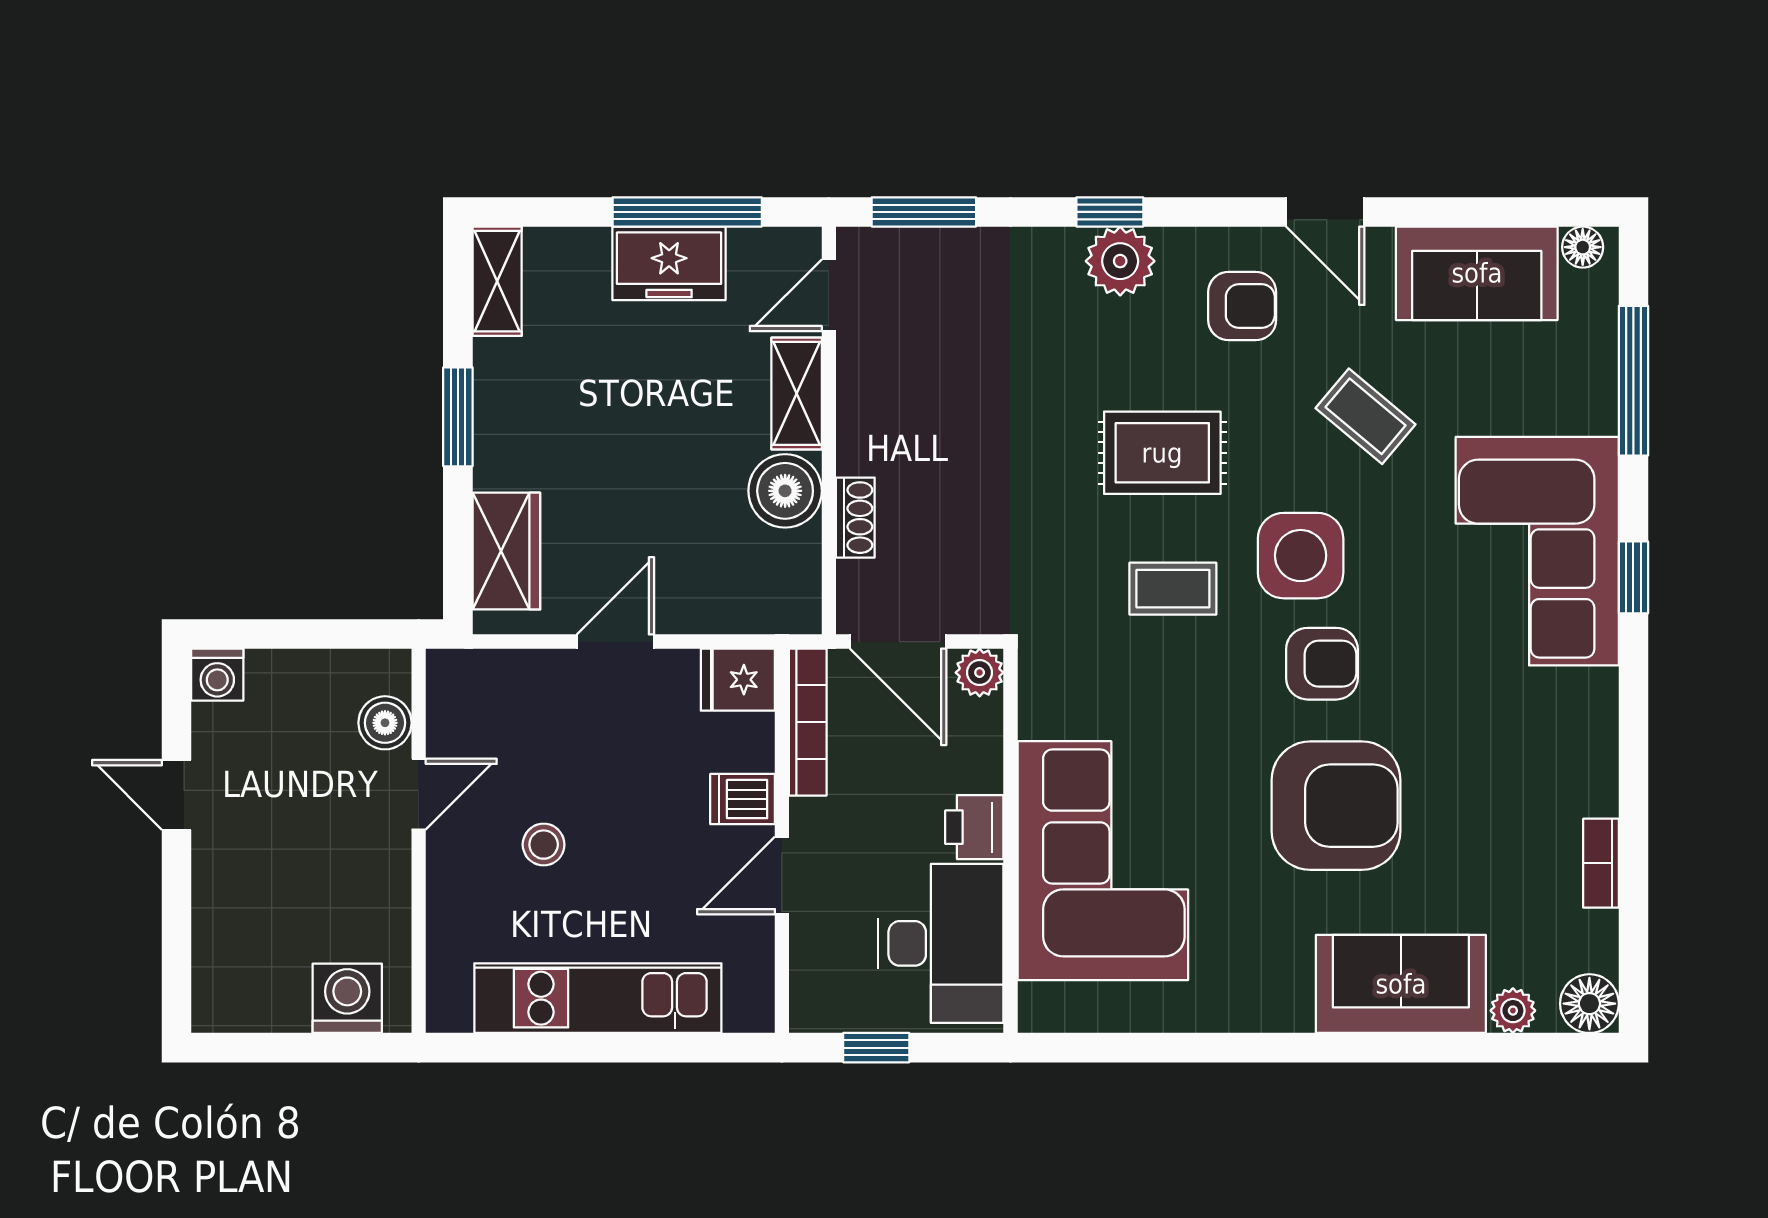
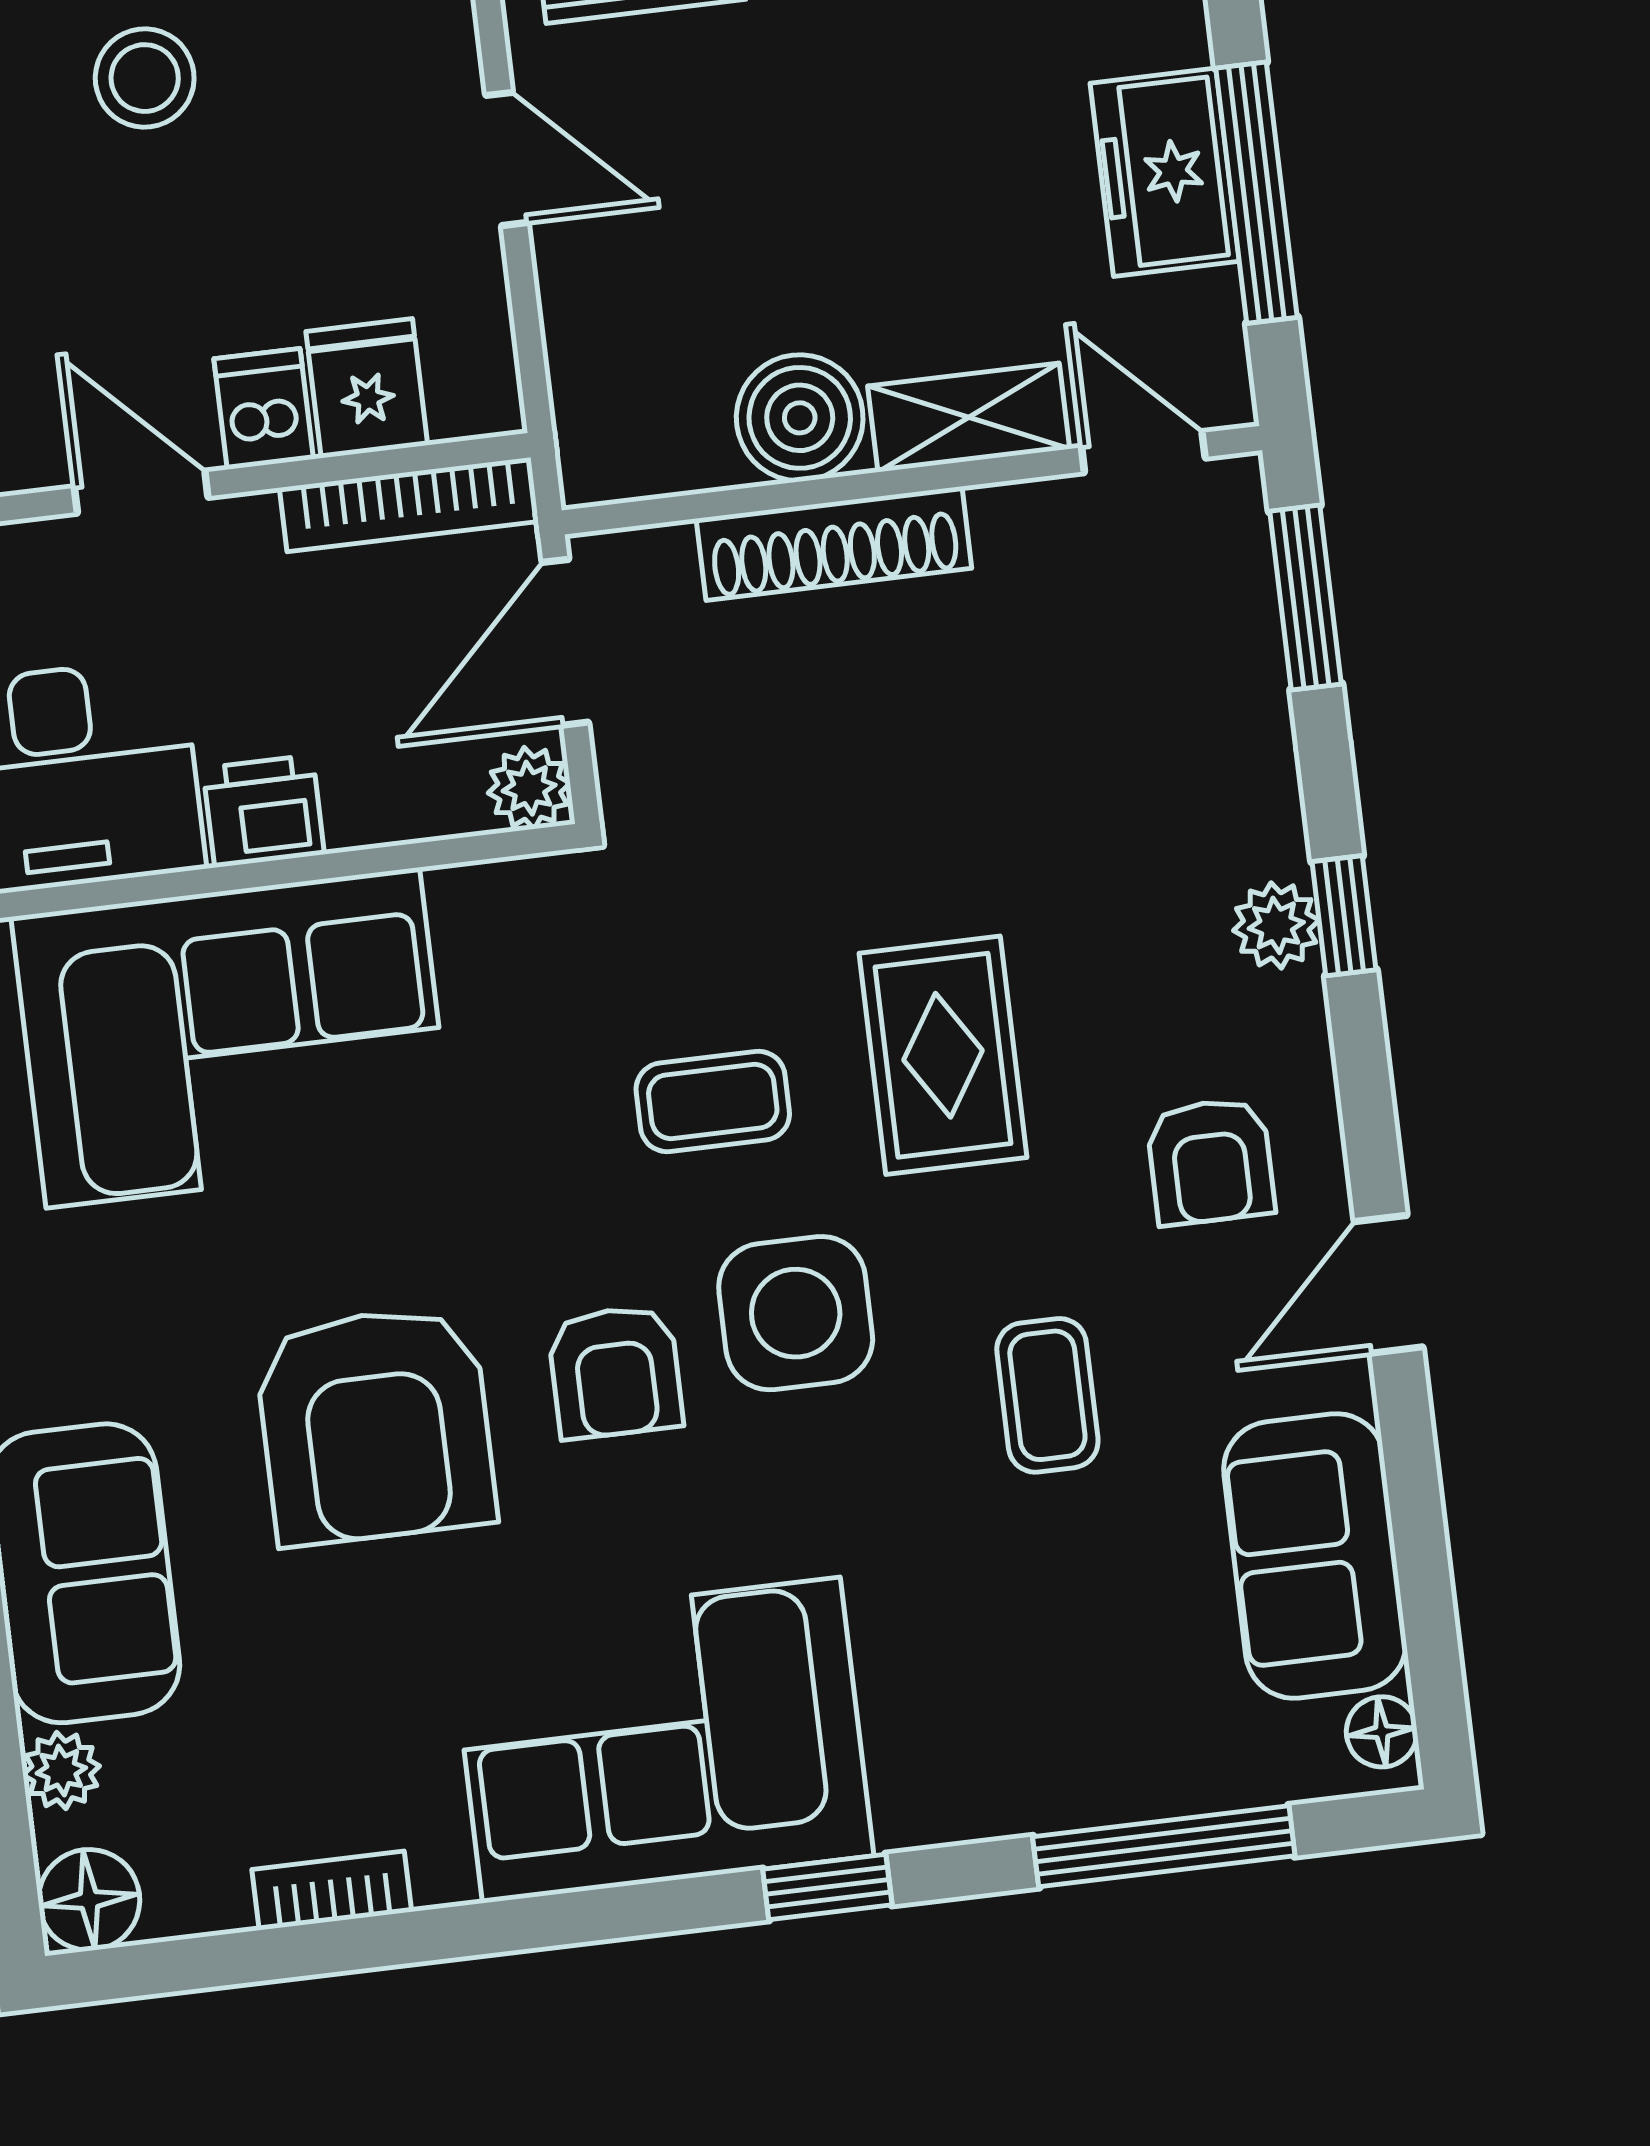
plant: (1120, 261) -> (1276, 925), width x0.73, depth x0.73
coffee table: (1366, 416) -> (1047, 1395), turned -40
shoe rack: (855, 518) -> (834, 543), width x1.94, depth x1.24
corner sofa: (1537, 551) -> (661, 1740), moved
coffee table: (1173, 589) -> (713, 1102), turned 90
fridge: (738, 680) -> (367, 388), moved
stool: (544, 845) -> (145, 78), width x1.37, depth x1.37

